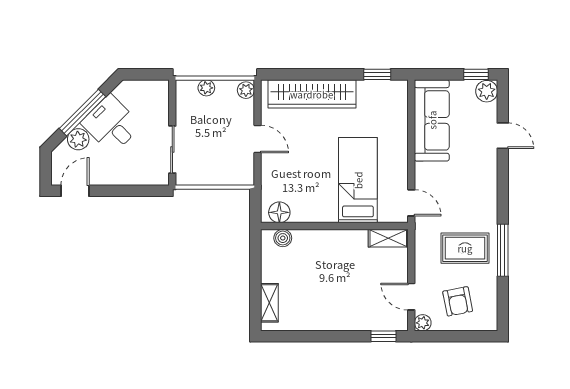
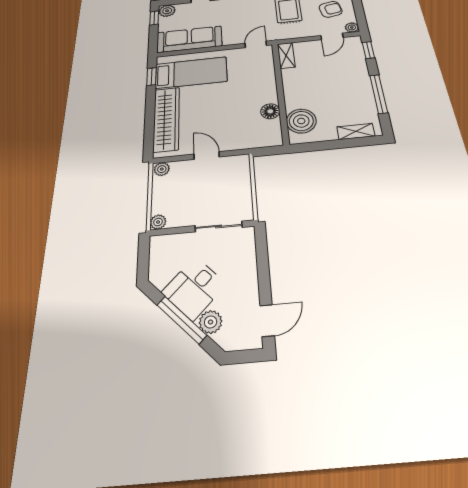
plant: (206, 88) -> (158, 222), moved
door: (258, 139) -> (207, 155), hinge flipped
bed: (358, 180) -> (191, 73), moved, turned 180
door: (75, 191) -> (267, 320), swing flipped
floor lamp: (279, 212) -> (270, 111), moved
boiler: (283, 238) -> (301, 121), width x1.86, depth x1.86
window: (317, 336) -> (379, 94), added

